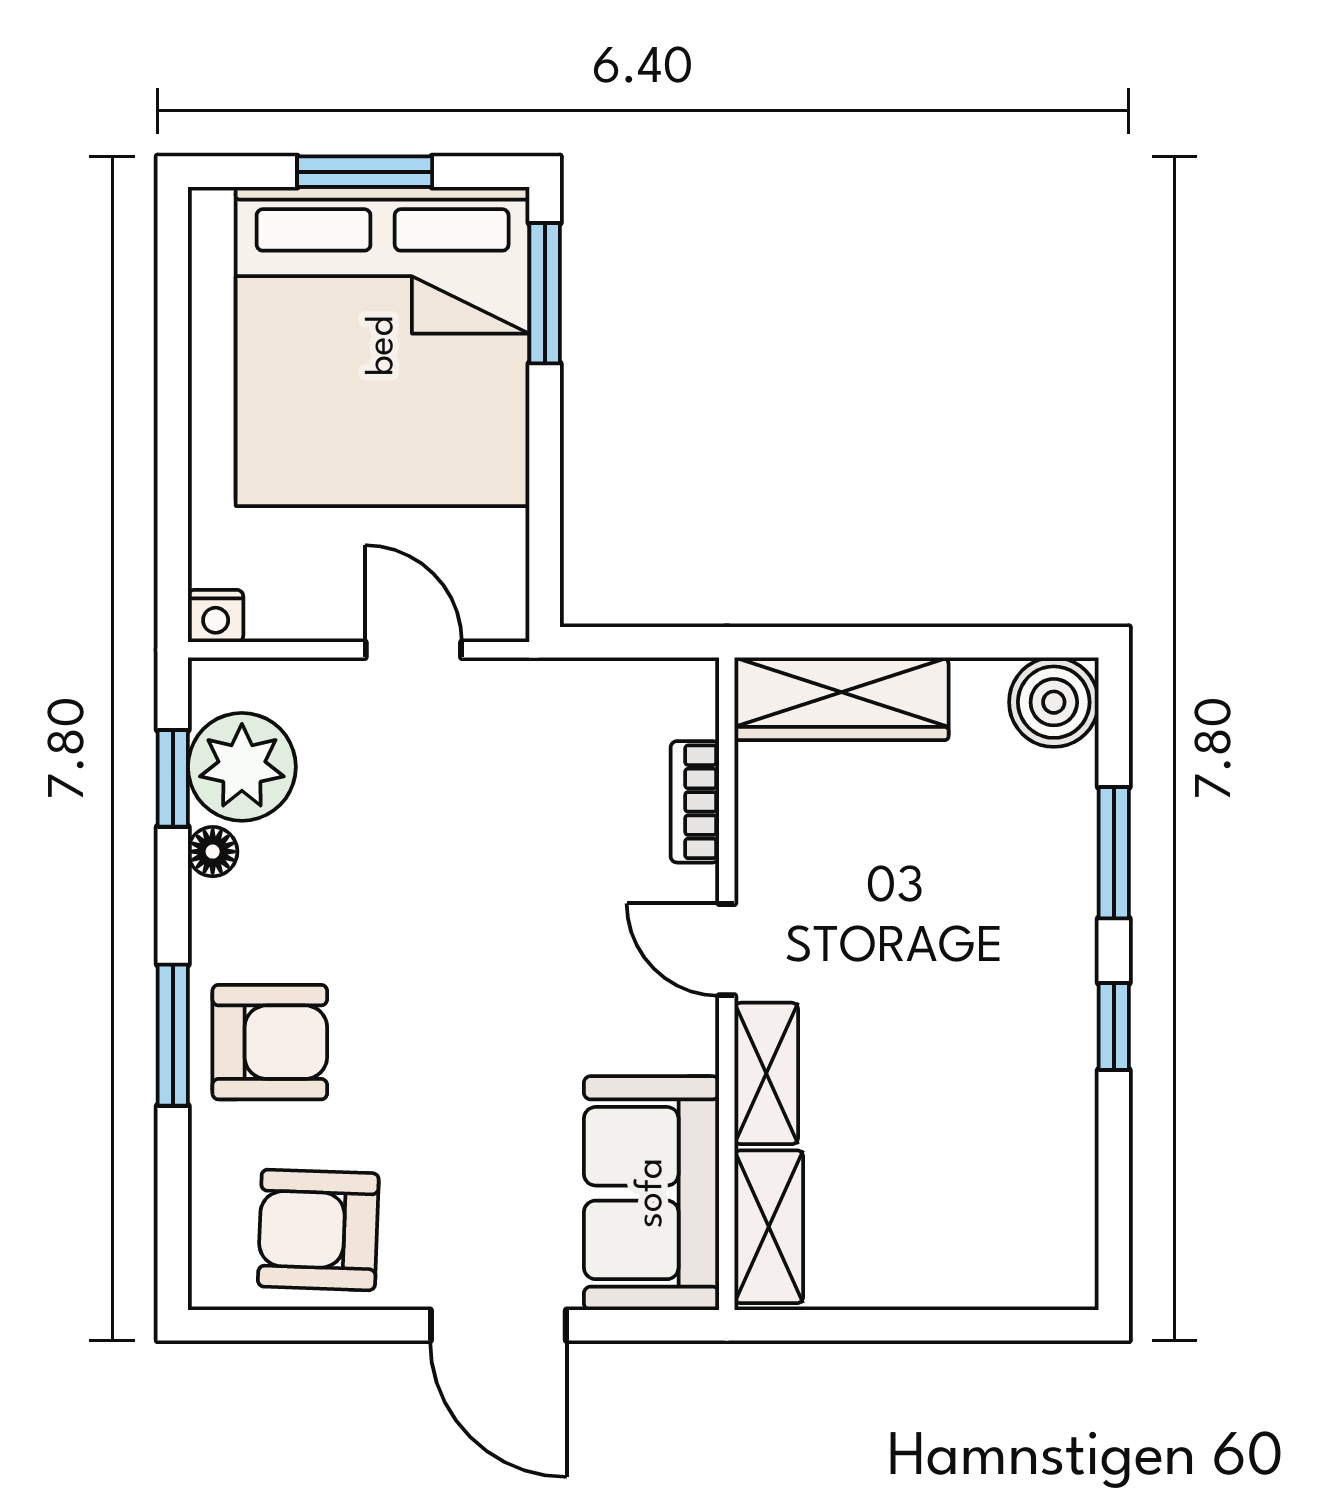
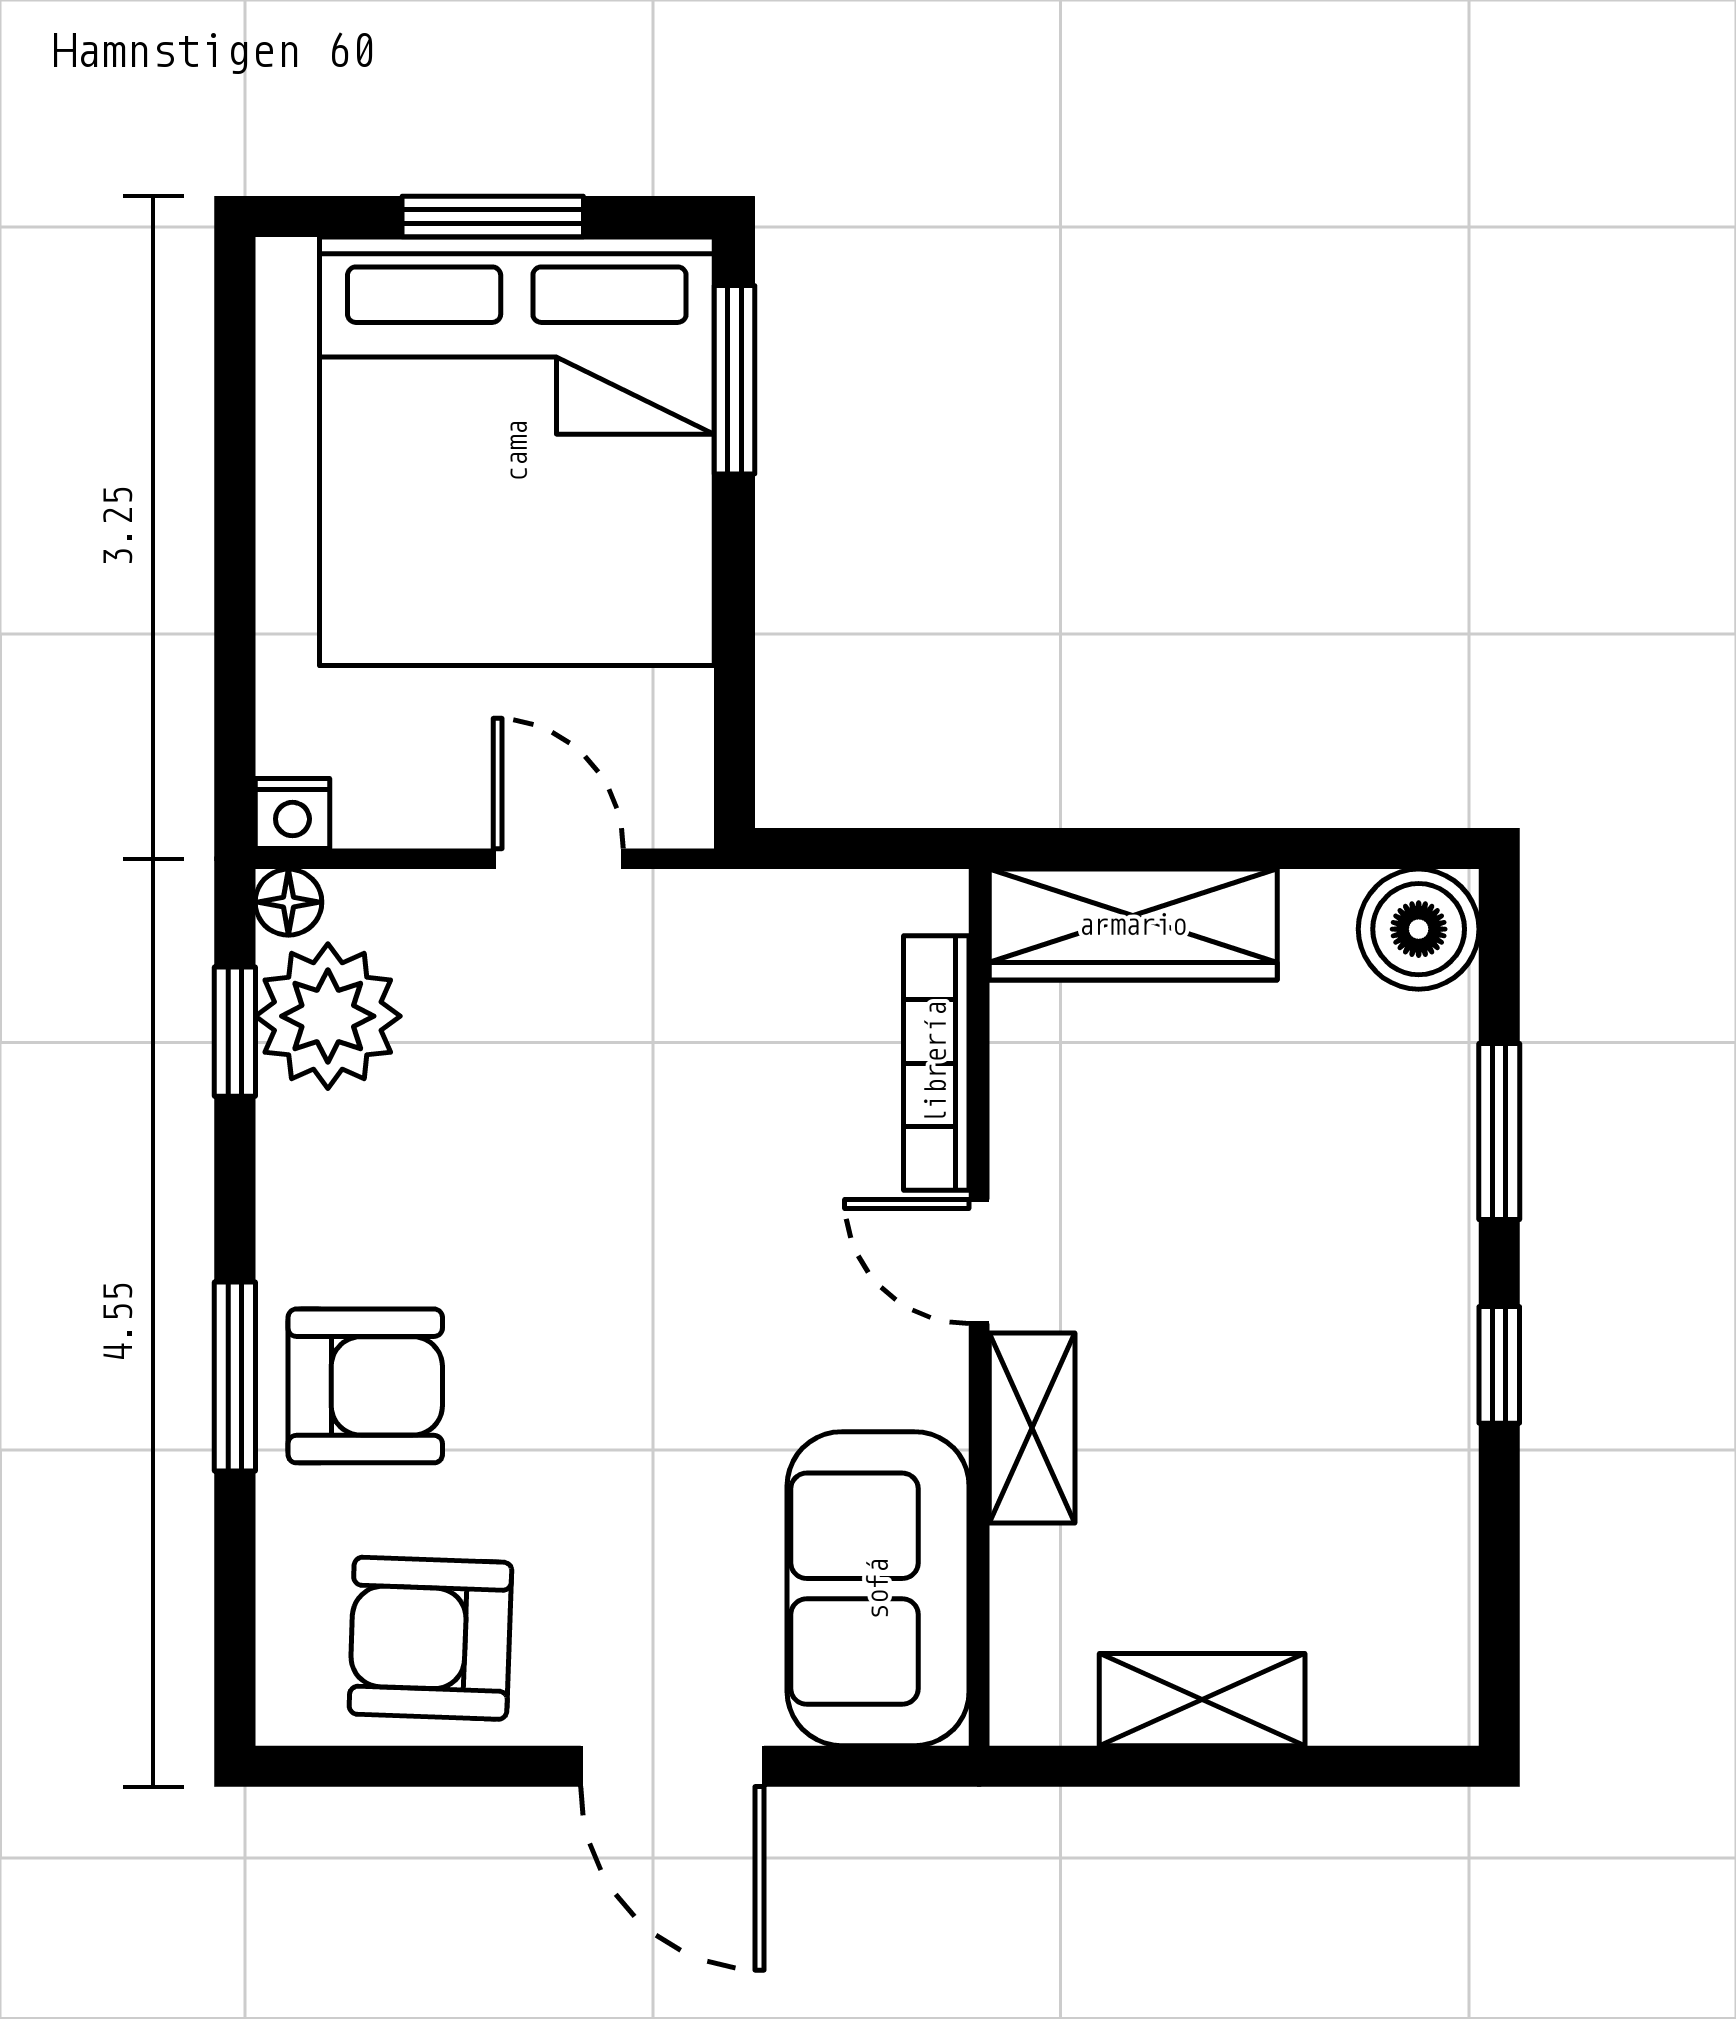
bookcase: (695, 802) -> (936, 1063), width x1.56
floor lamp: (213, 852) -> (288, 902), moved
shelving: (769, 1227) -> (1202, 1700), moved, turned 90

